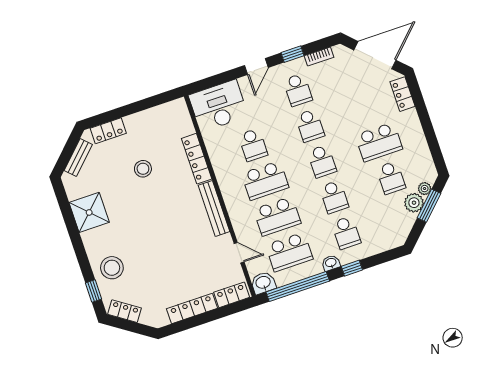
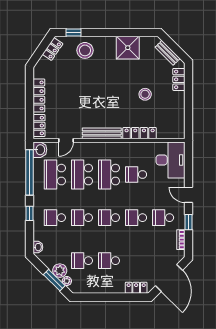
school desk: (379, 142) -> (109, 261), width x0.54
washbasin: (331, 263) -> (38, 247), moved

